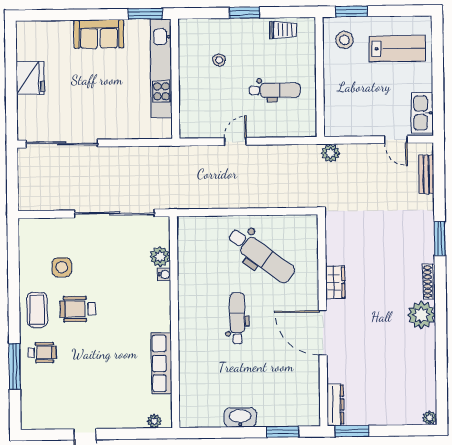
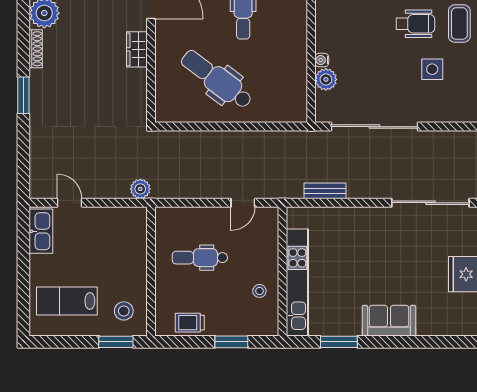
kitchen unit: (161, 69) -> (297, 283), moved
wall: (175, 79) -> (283, 271), moved
bench: (426, 174) -> (325, 191), moved, turned 90

